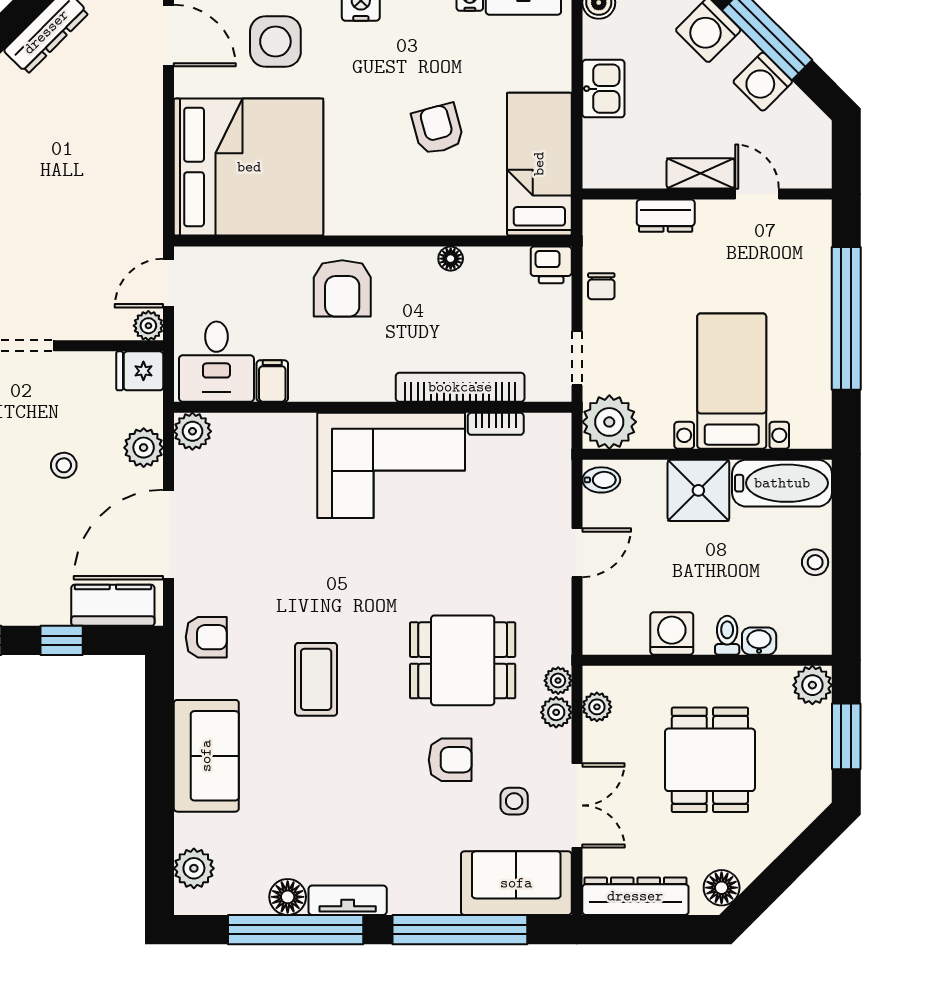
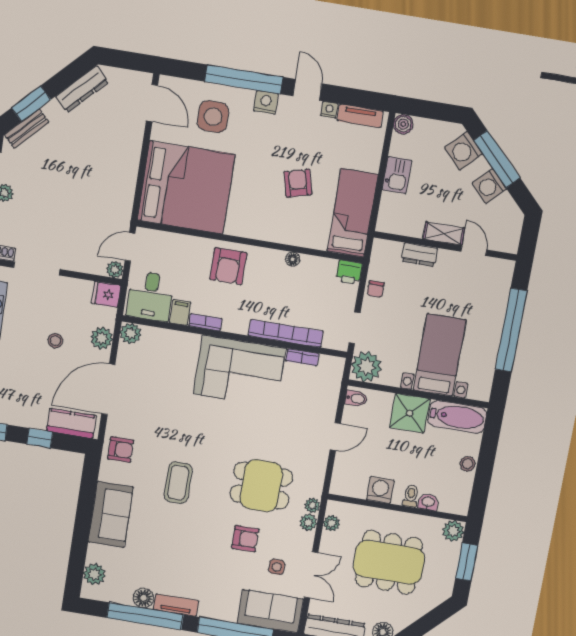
bookcase: (319, 391) -> (205, 322), added
dining table: (710, 760) -> (389, 562), width x1.38

